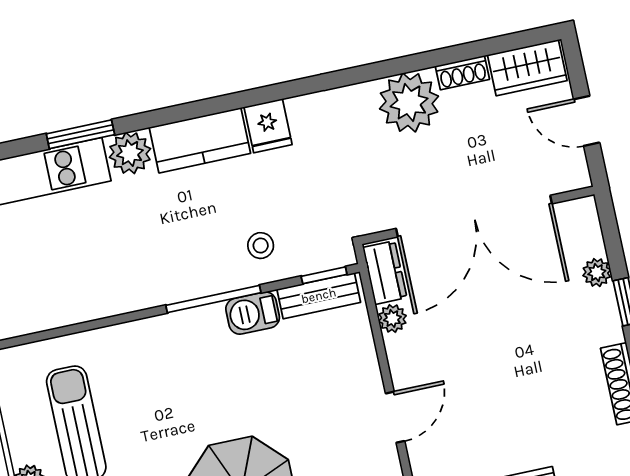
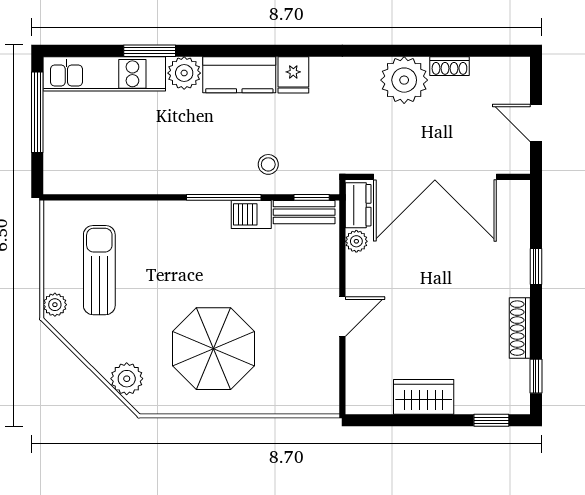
wardrobe: (527, 68) -> (500, 73), removed
plant: (597, 273) -> (519, 240), removed

